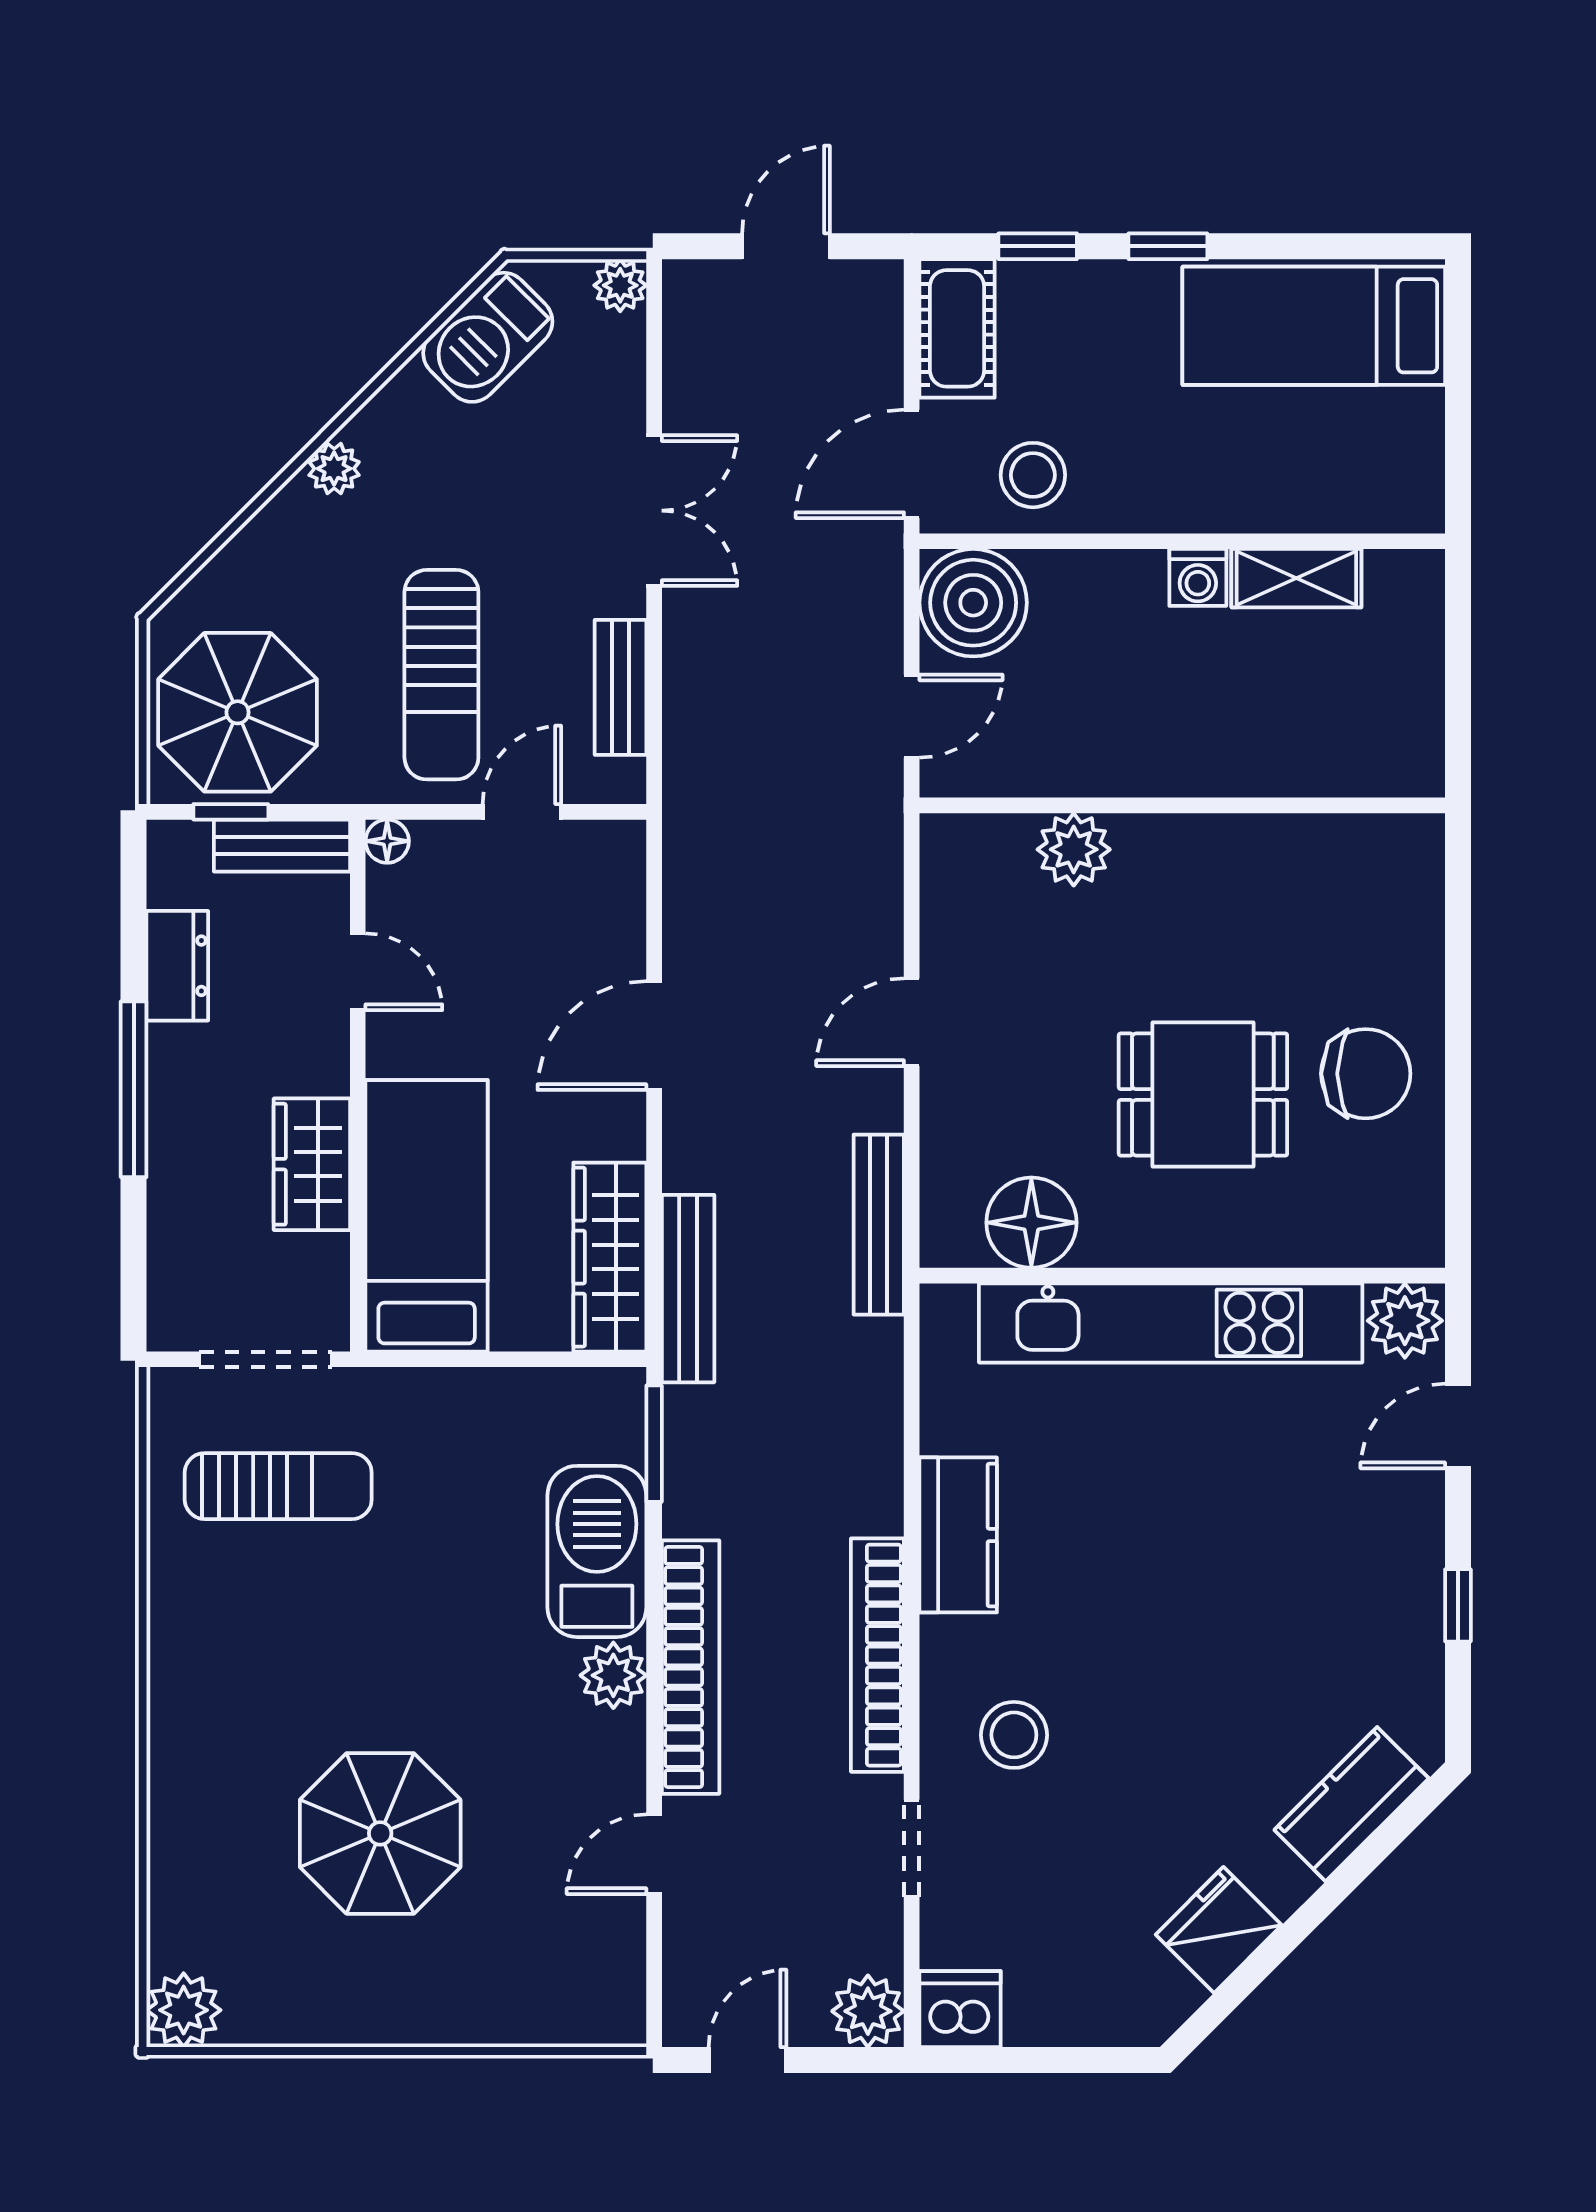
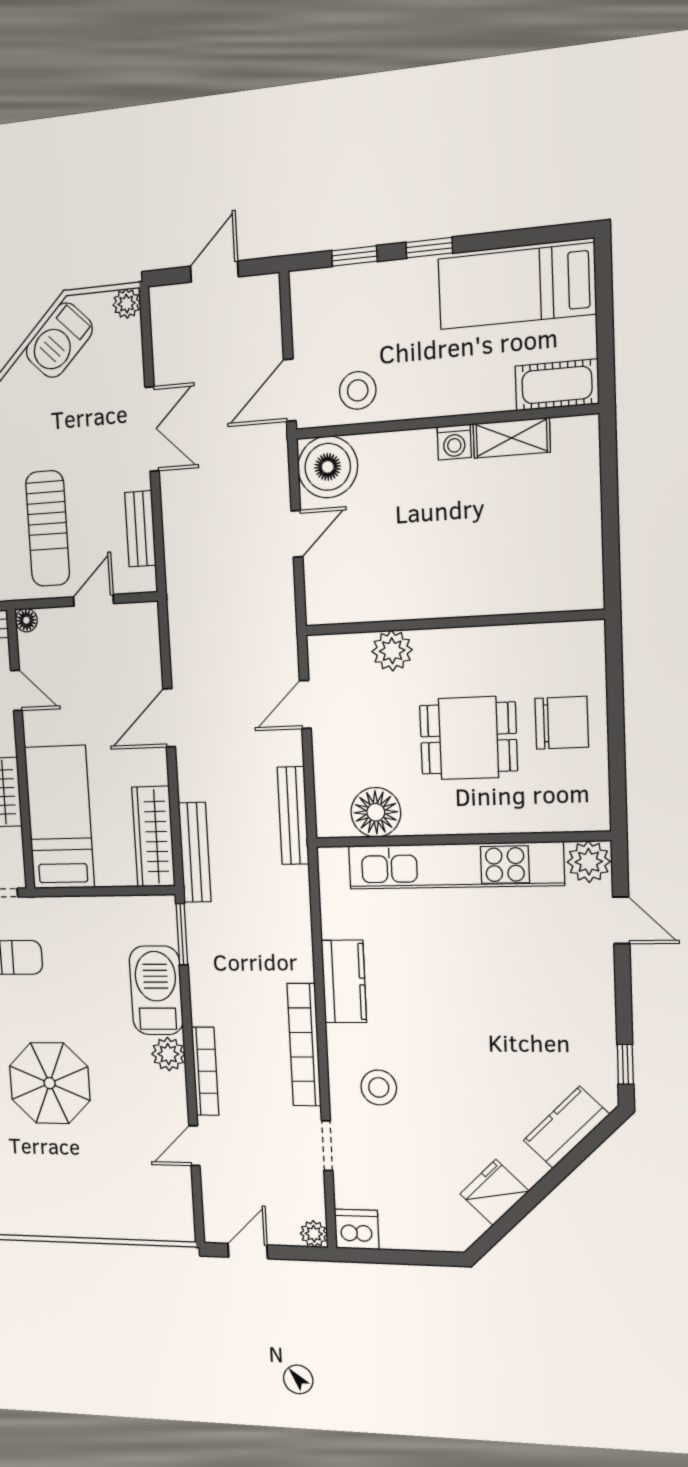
cot: (957, 328) -> (557, 385), moved, turned 90
wall: (1182, 805) -> (452, 623), moved
plant: (1074, 849) -> (392, 651), moved
door: (1458, 1426) -> (621, 920), swing flipped
window: (1458, 1605) -> (625, 1064), moved
bookcase: (691, 1667) -> (205, 1071), width x0.68, depth x0.76
parasol: (380, 1833) -> (50, 1083), moved
plant: (868, 2011) -> (314, 1234), width x0.73, depth x0.73

